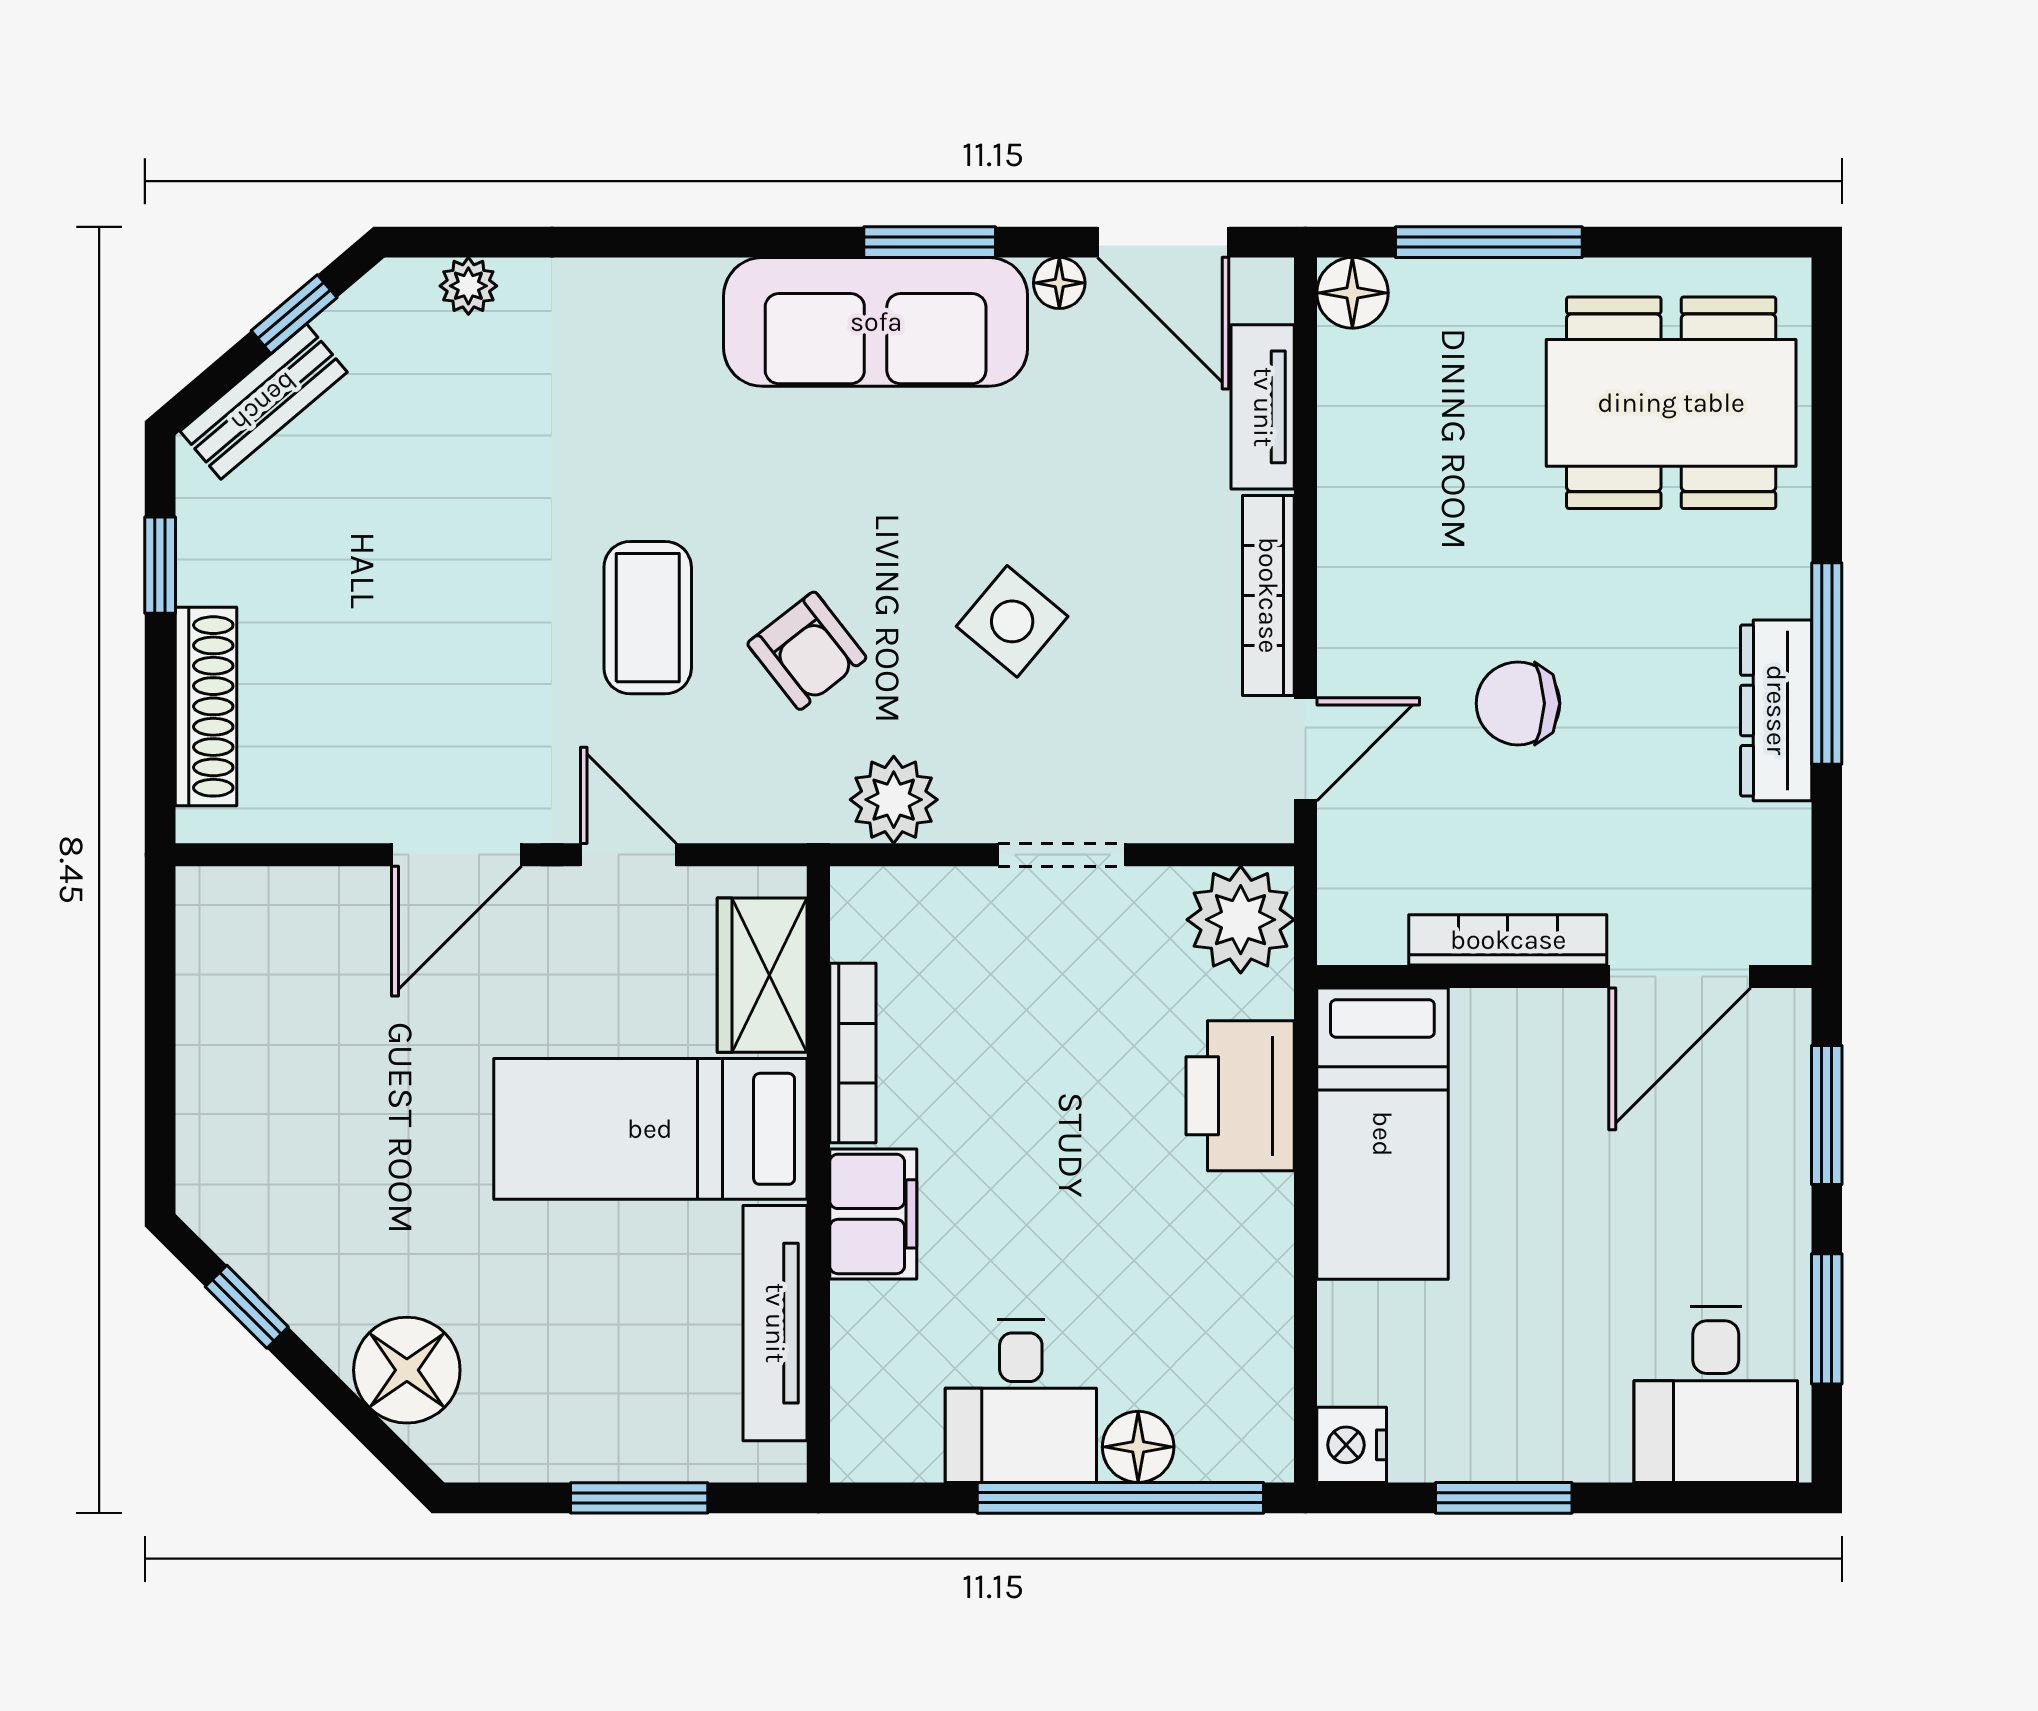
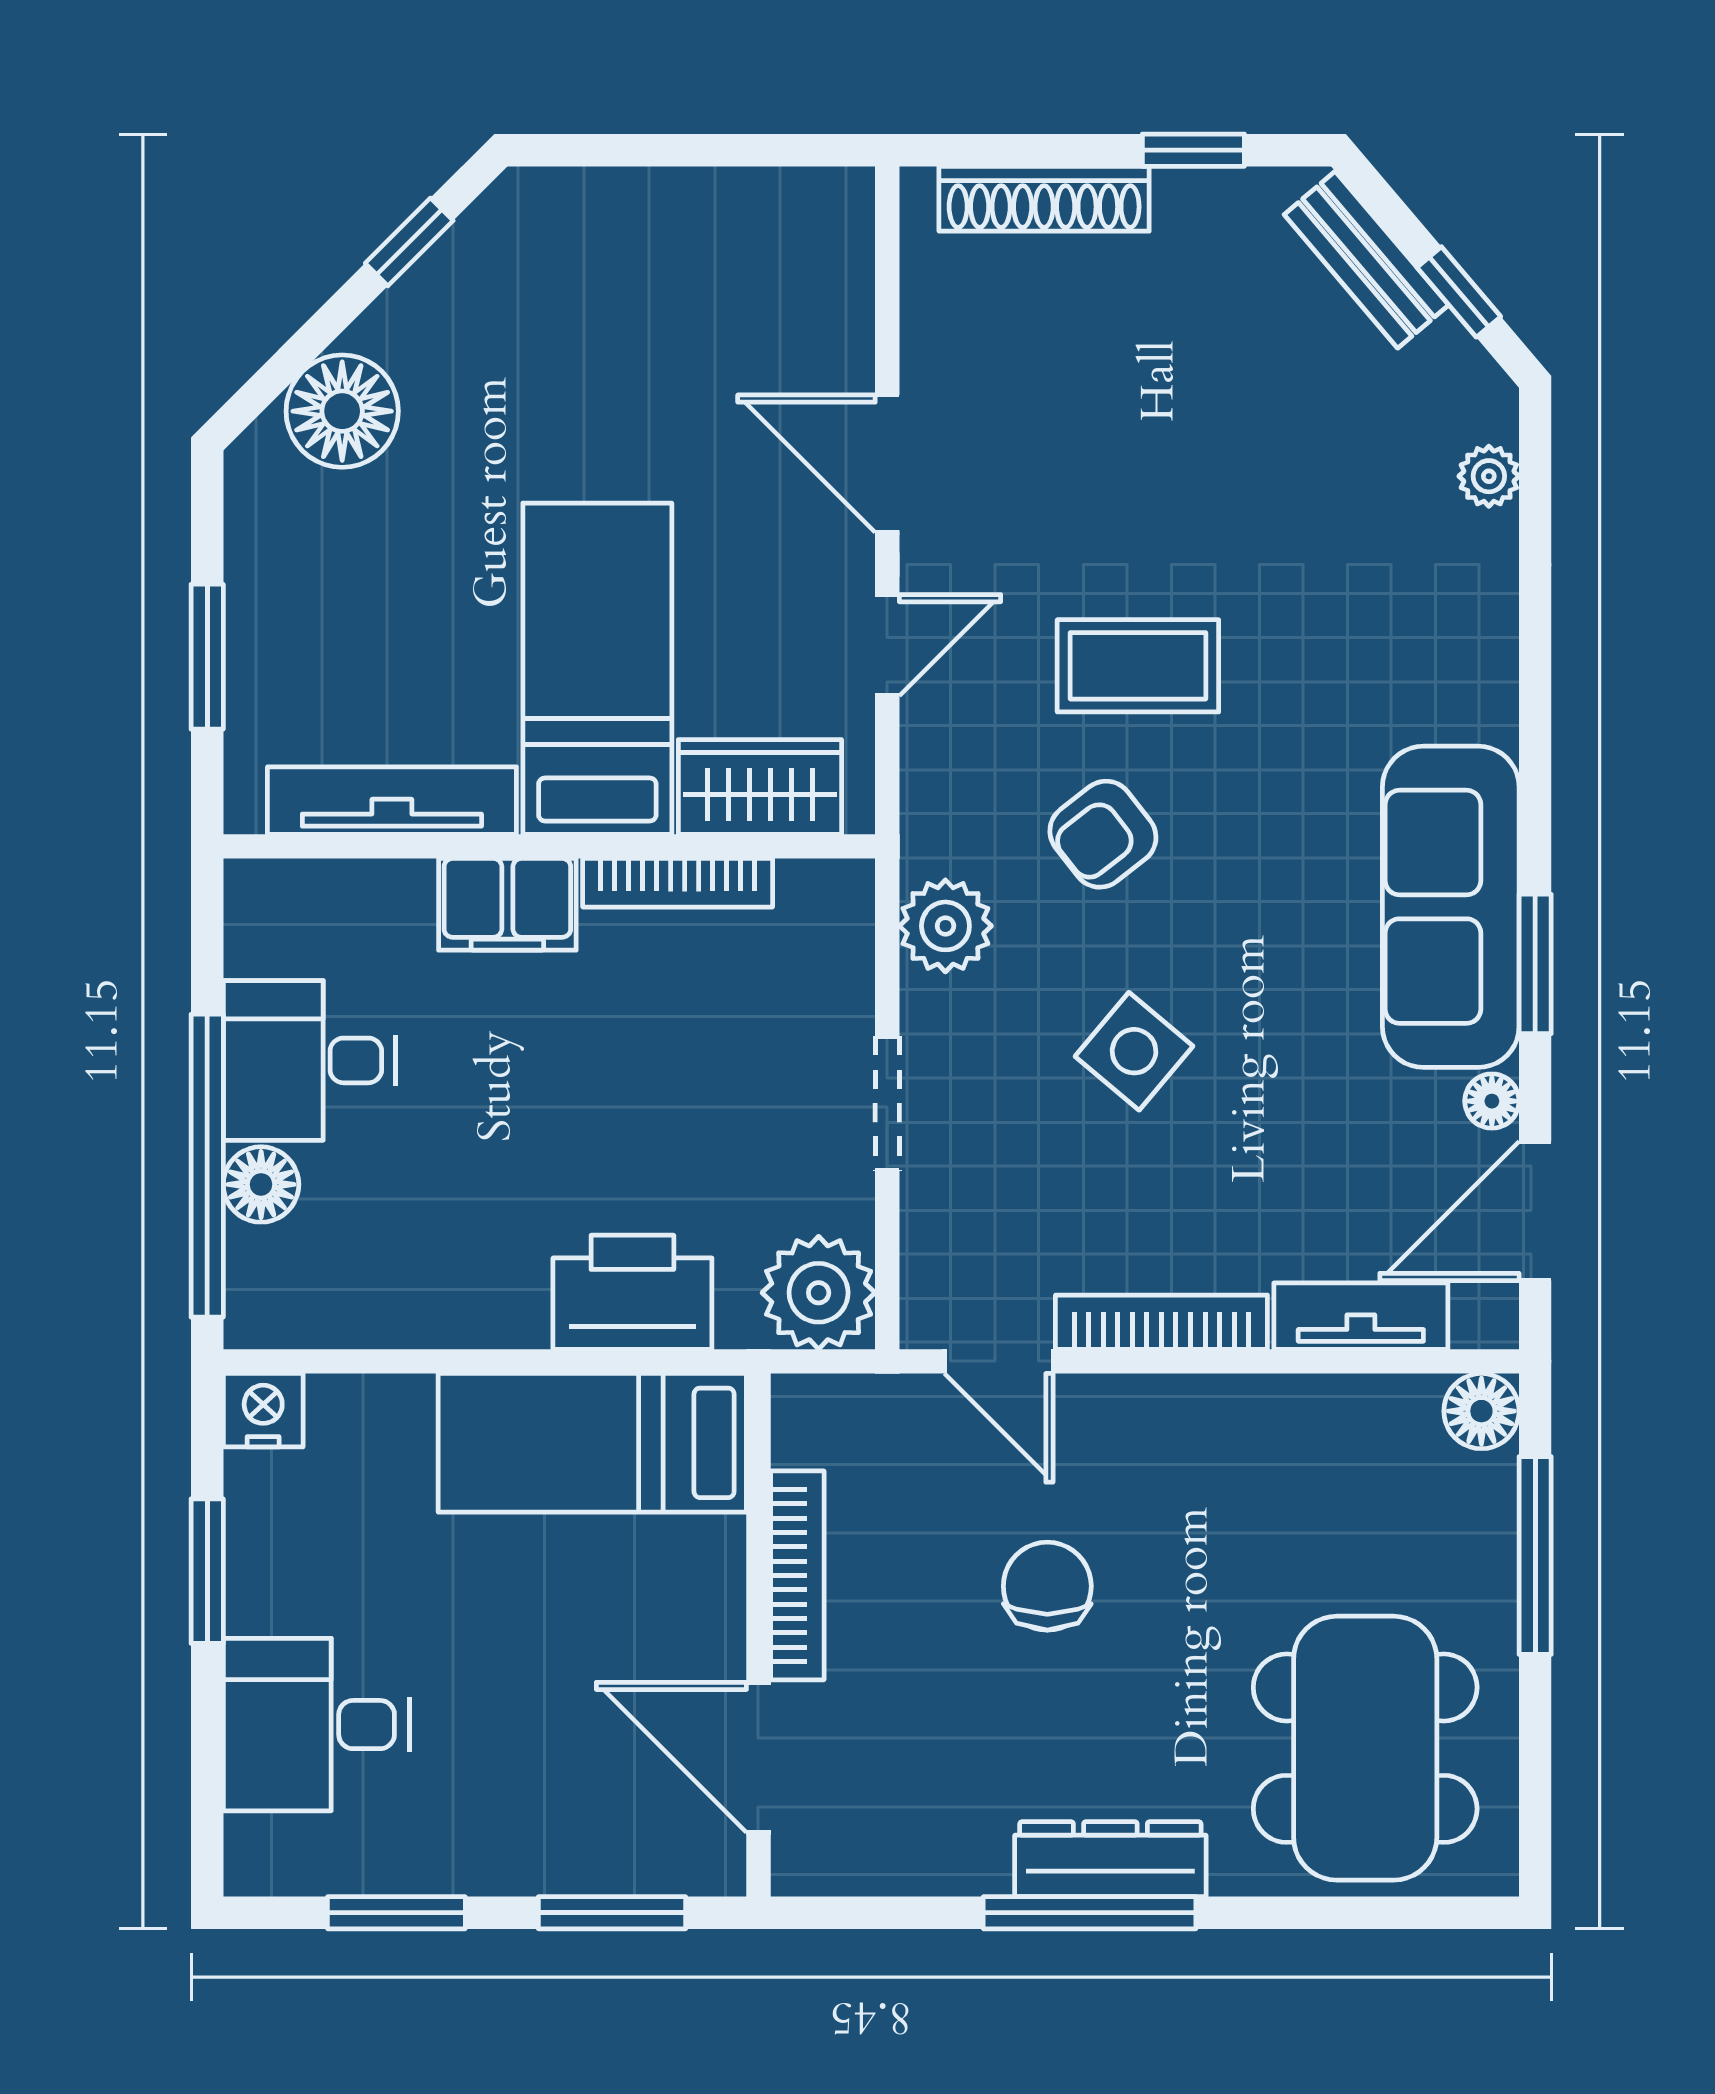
dresser: (1776, 710) -> (1110, 1859), moved
desk: (1716, 1395) -> (316, 1725), moved

